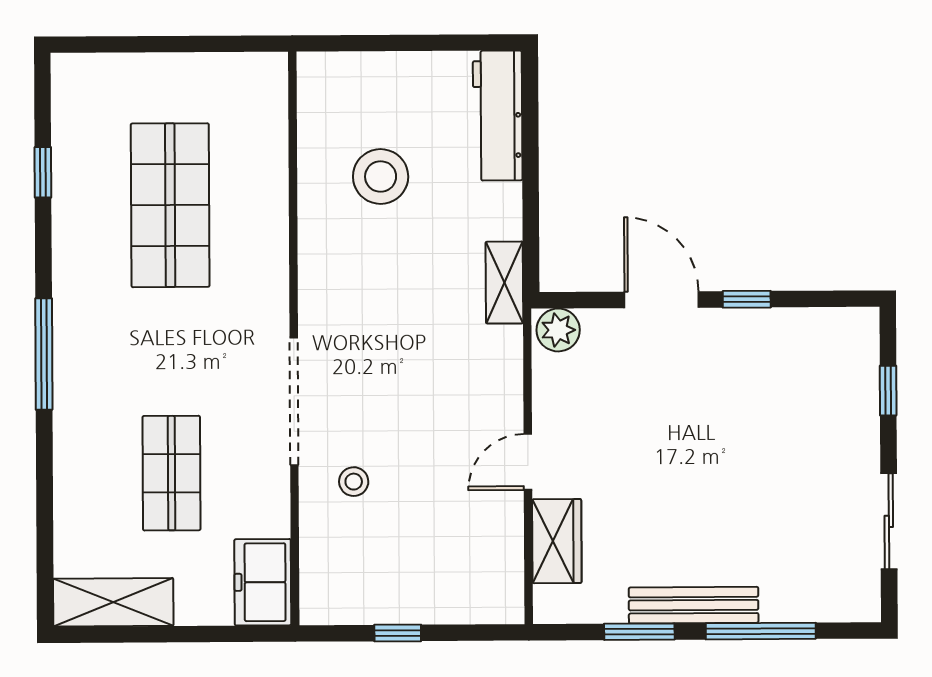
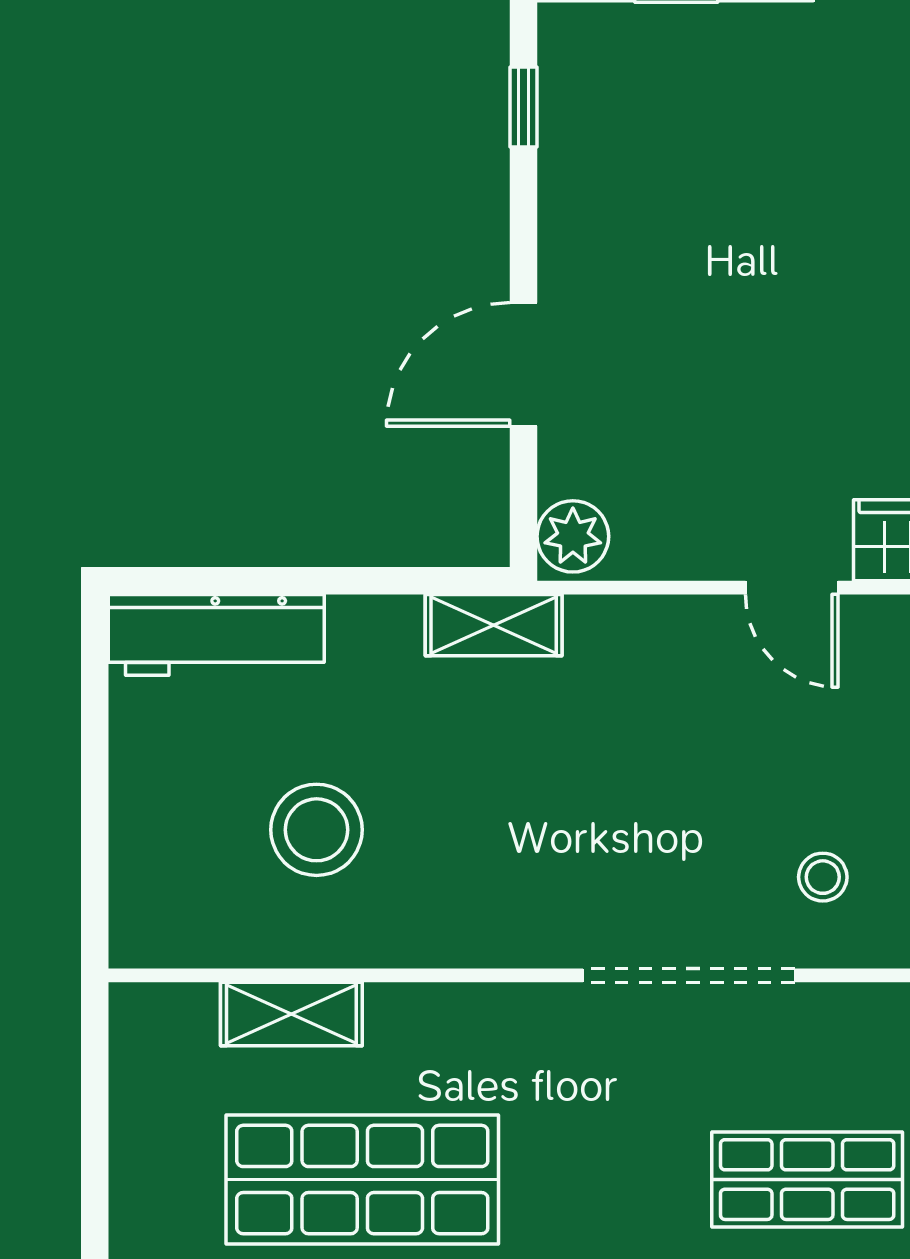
shelving: (270, 162) -> (291, 1014), added
window: (747, 299) -> (523, 107), moved

